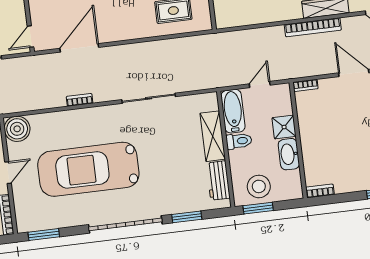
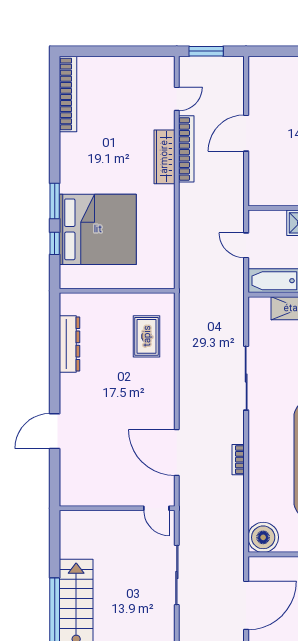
bookcase: (313, 27) -> (186, 149), moved
bookcase: (305, 85) -> (254, 192), removed

